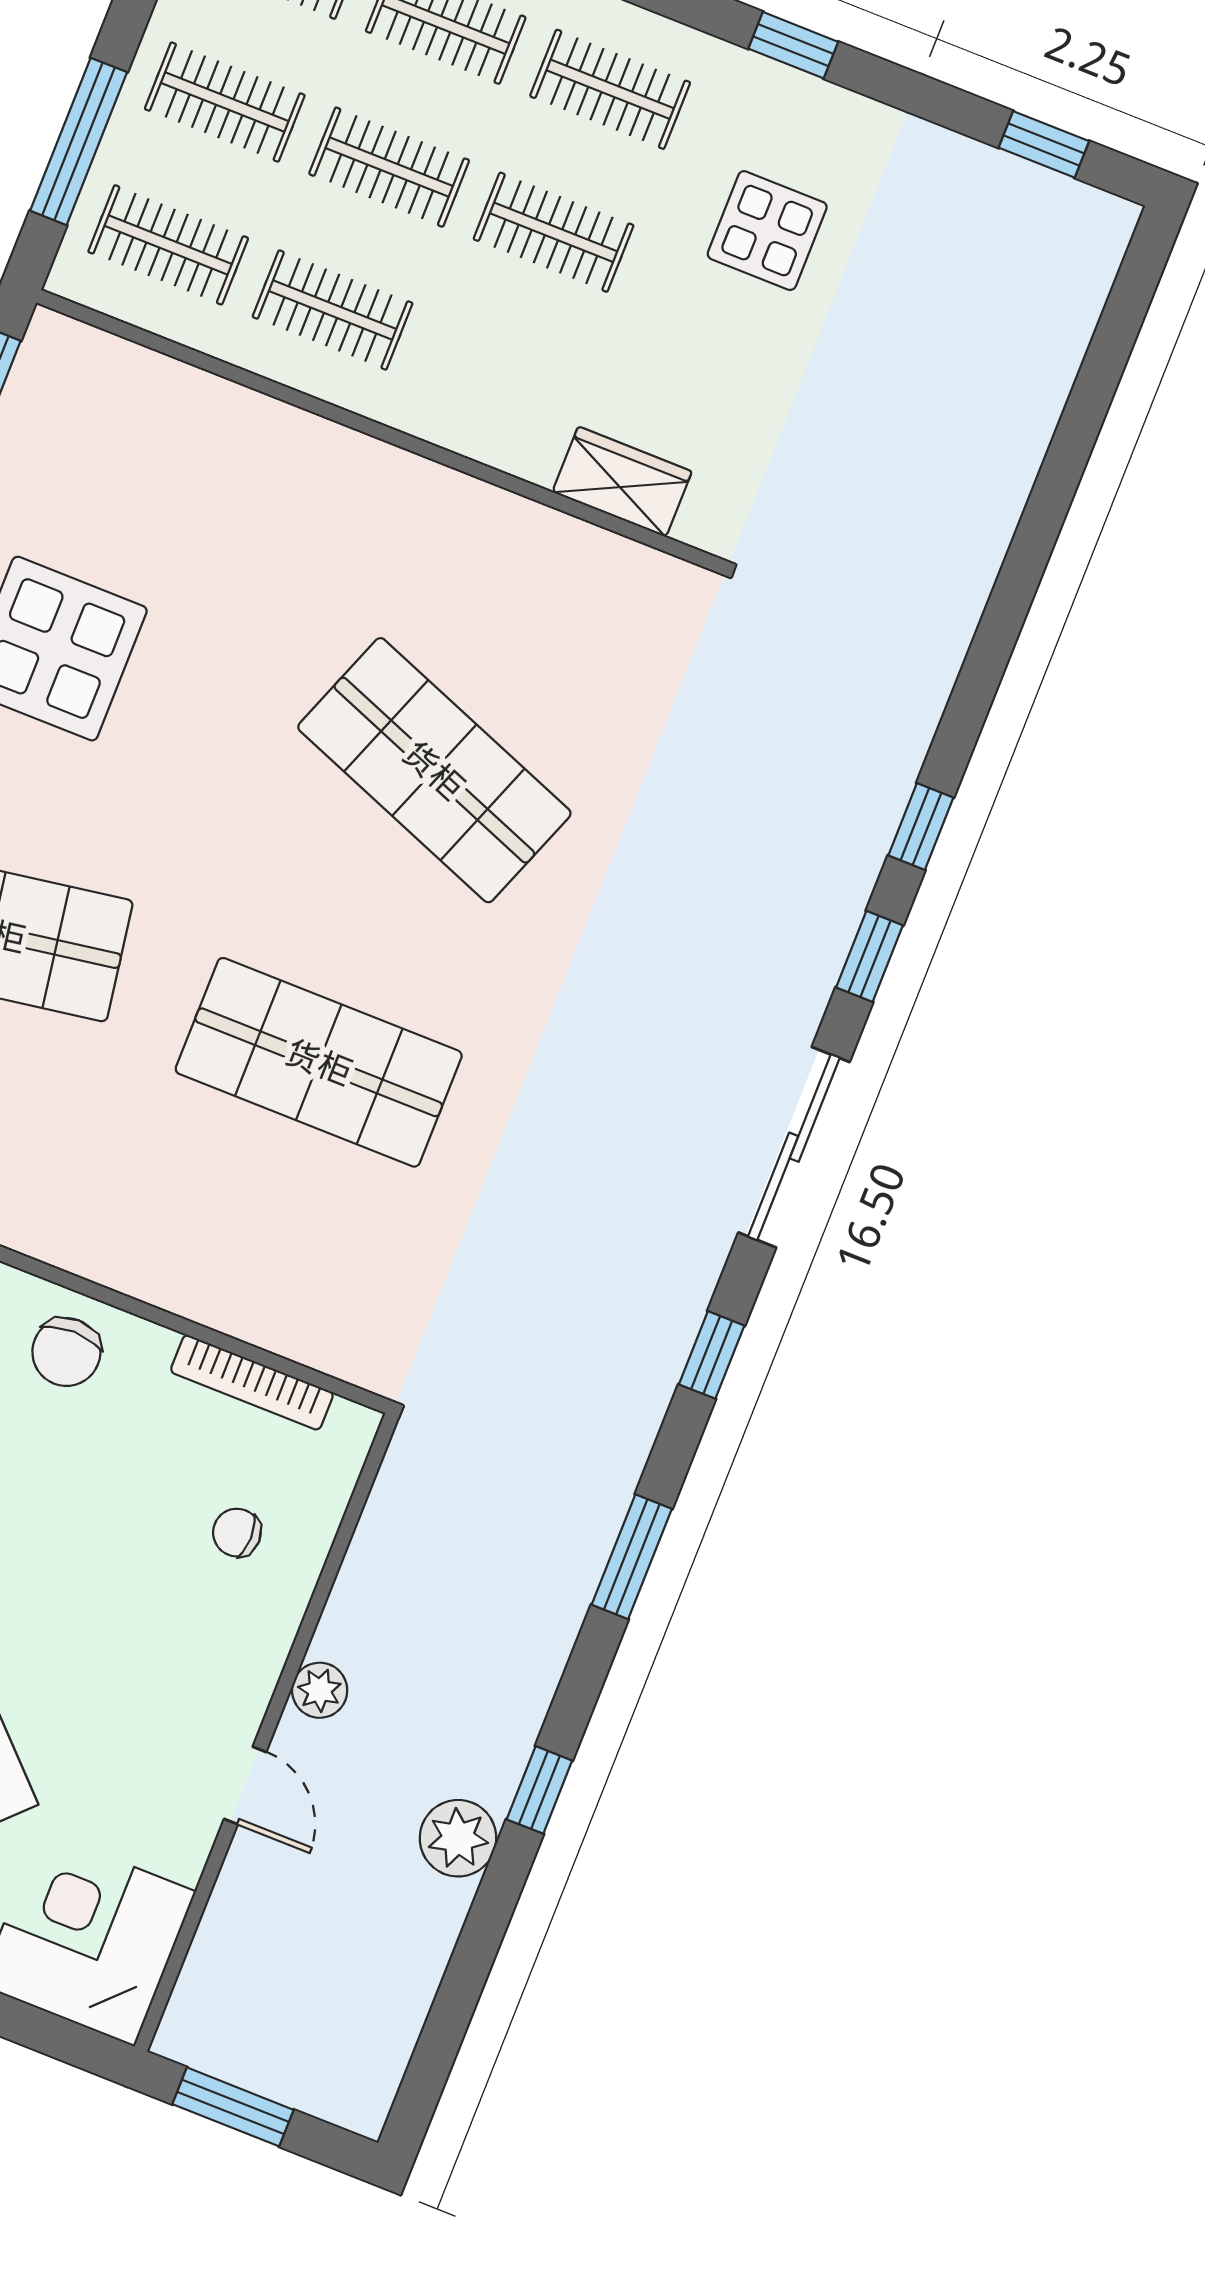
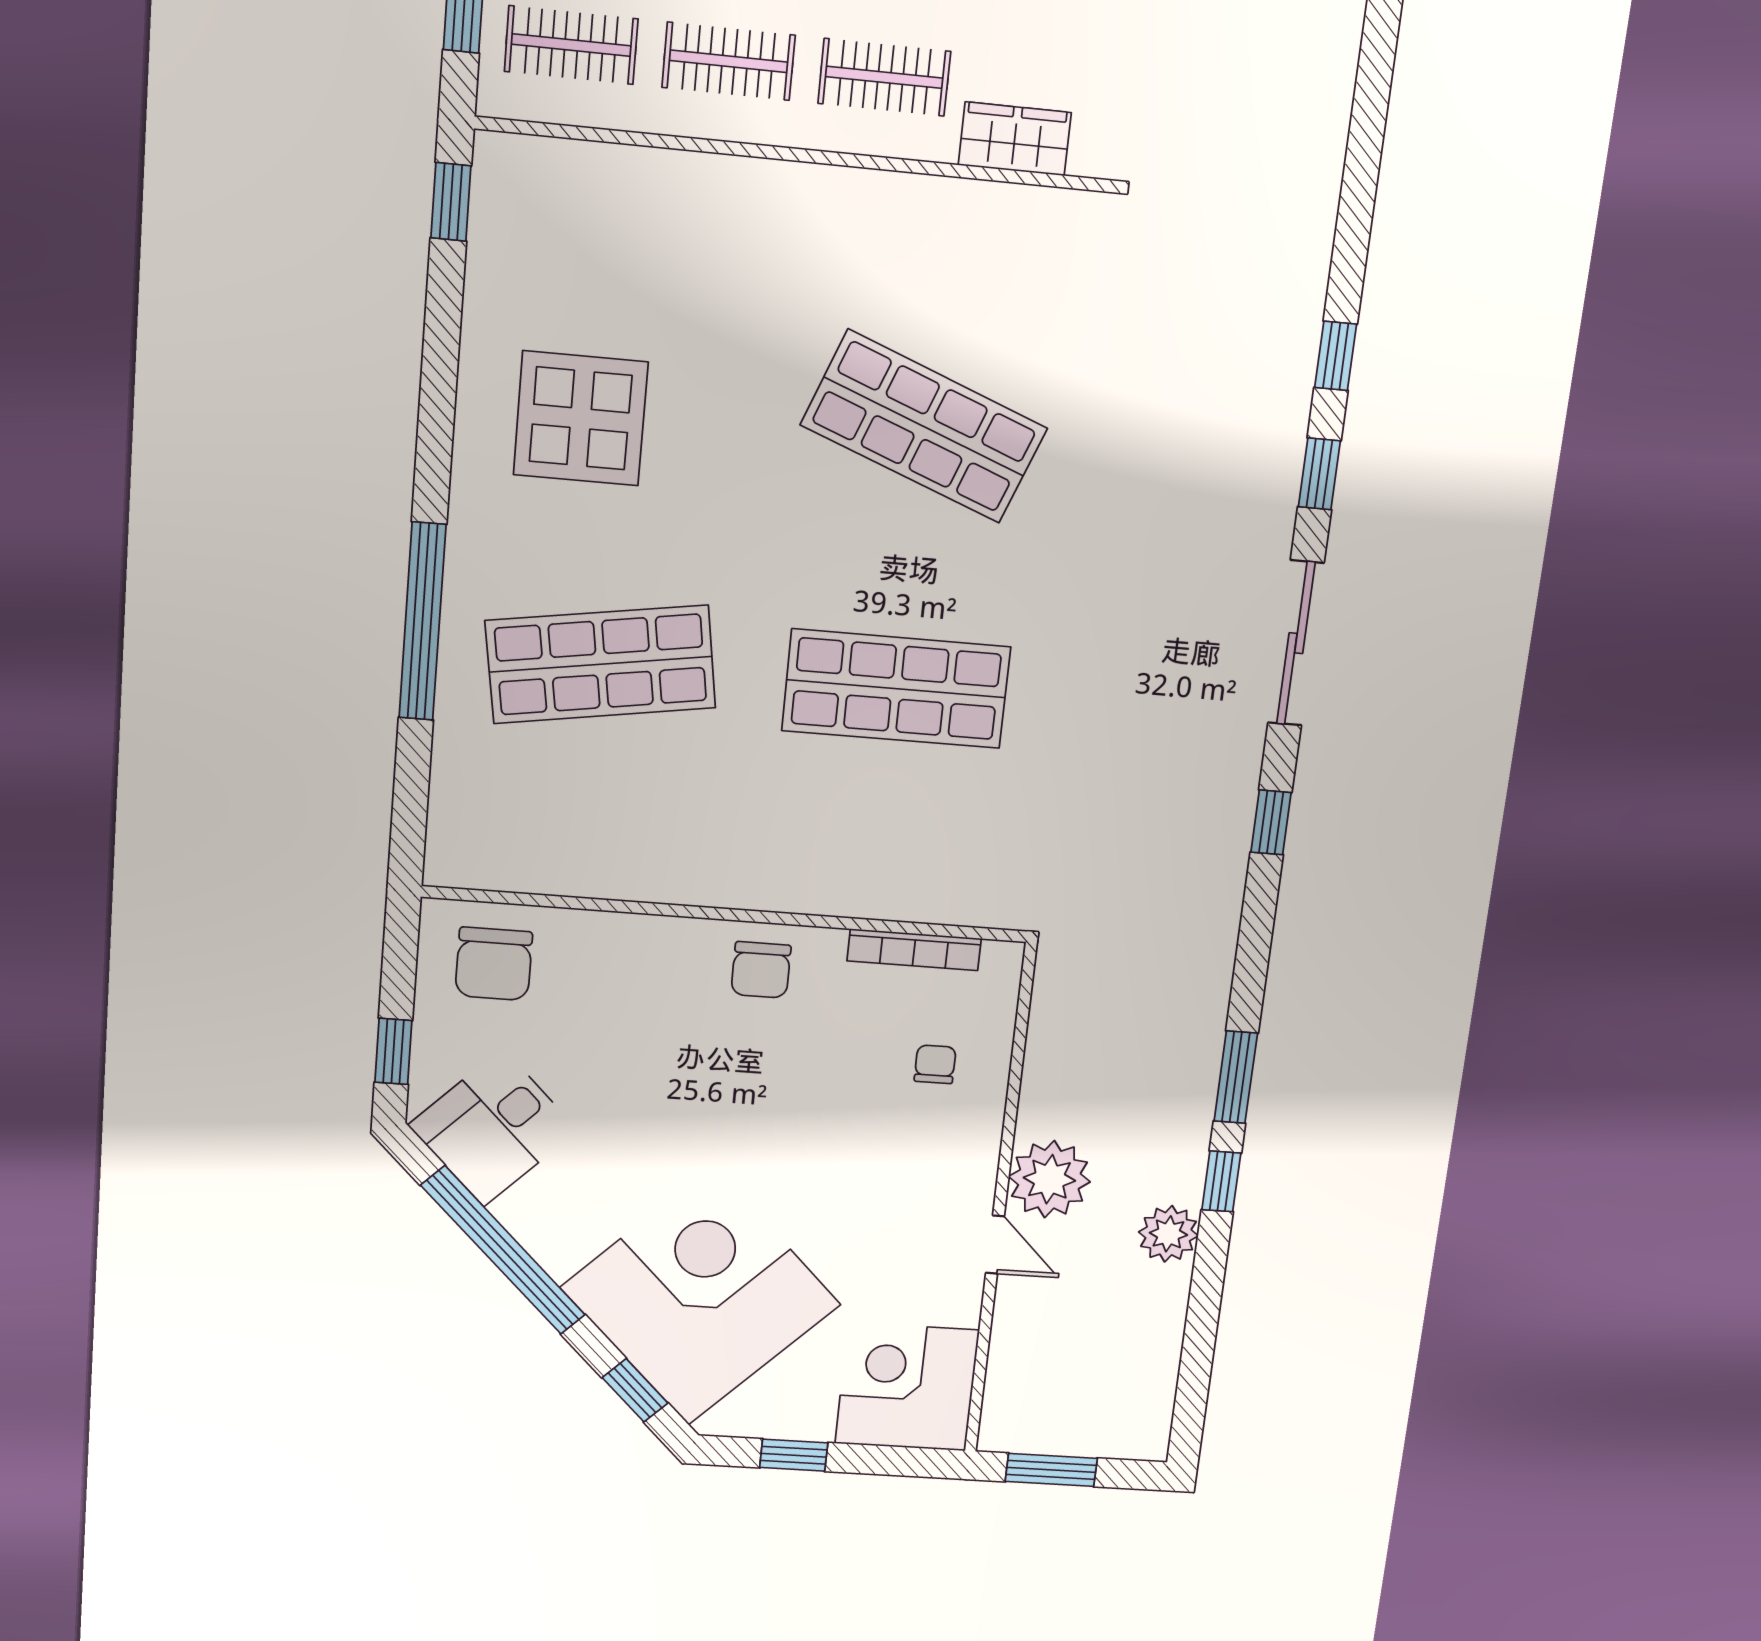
clothes rail: (497, 375) -> (884, 77), added
chair: (237, 1533) -> (935, 1064), turned 90
window: (632, 1557) -> (1236, 1077), moved
plant: (320, 1690) -> (1049, 1179), width x1.87, depth x1.87

